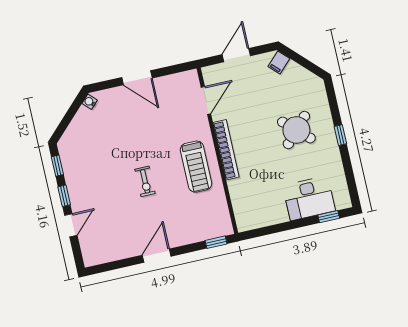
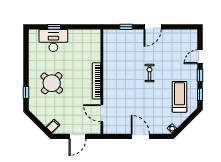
door: (206, 100) -> (102, 113), hinge flipped
window: (340, 135) -> (26, 93), moved
treadmill: (196, 167) -> (180, 97), moved
window: (329, 217) -> (54, 27), moved
window: (216, 242) -> (126, 27), moved

